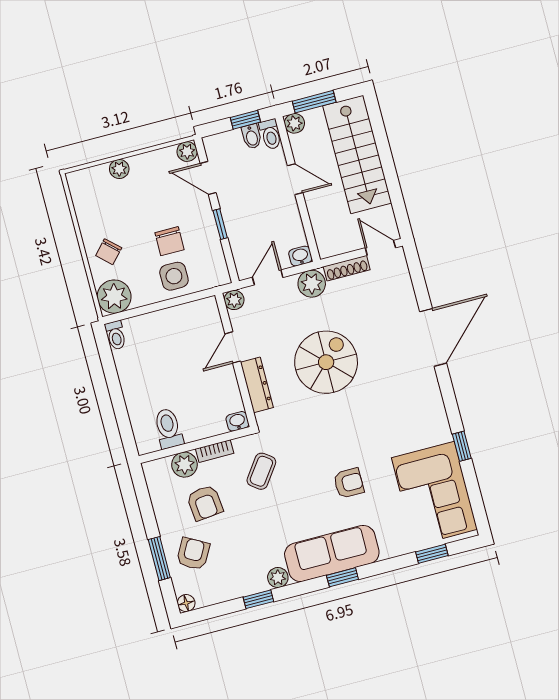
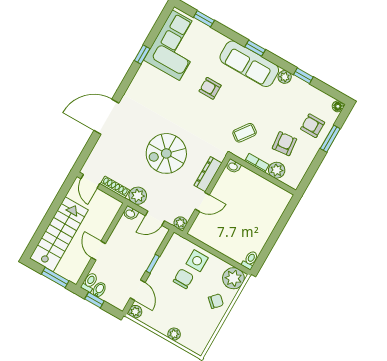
plant: (294, 123) -> (74, 276), removed
toilet: (168, 428) -> (268, 194), removed
armchair: (193, 554) -> (313, 126), turned 61

